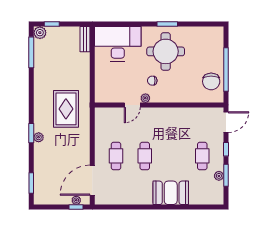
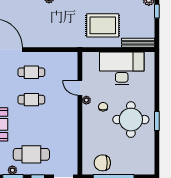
bench: (85, 39) -> (138, 43), width x1.36
desk: (118, 44) -> (122, 68), moved, turned -90
rug: (66, 109) -> (103, 25), moved
cafe table: (202, 156) -> (31, 154), width x1.37, depth x1.35

